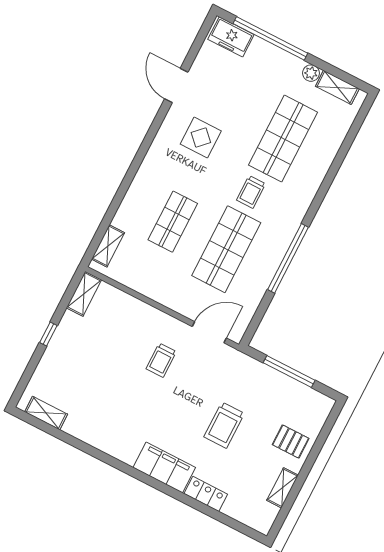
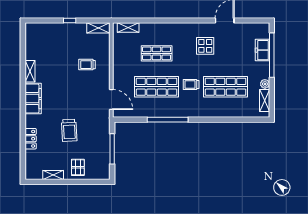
freezer: (231, 37) -> (263, 50), moved
trolley: (161, 360) -> (87, 65), moved
shelving: (46, 413) -> (30, 71), moved
trolley: (224, 425) -> (69, 130), turned -93
filing cabinet: (164, 467) -> (33, 99), moved

